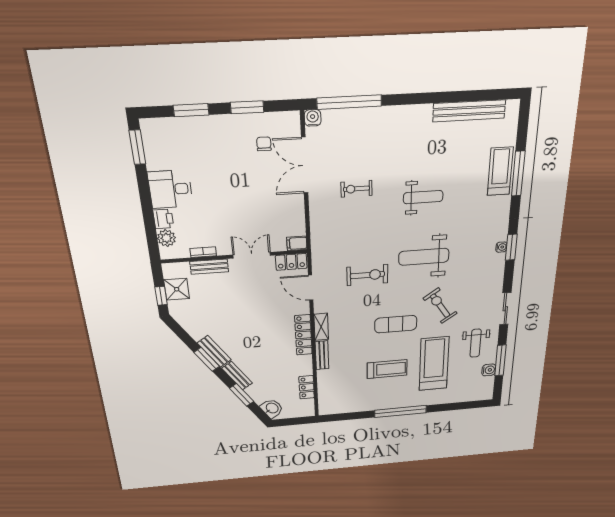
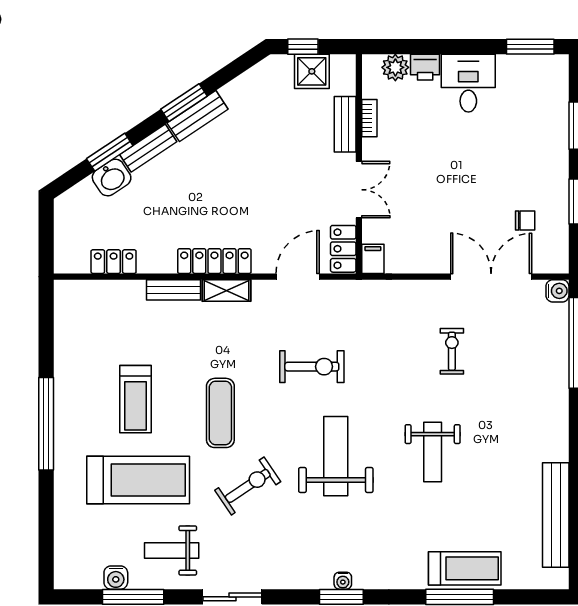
exercise bike: (367, 275) -> (312, 367), turned -90
washbasin: (272, 408) -> (112, 178), moved

